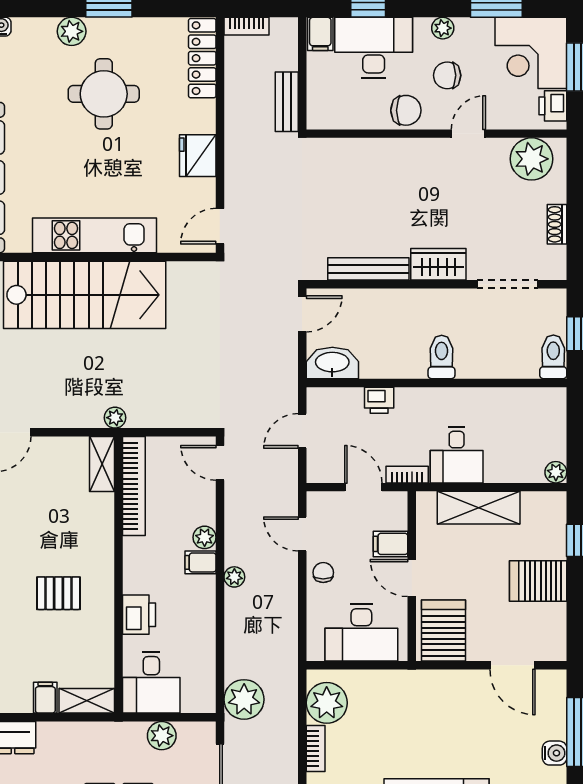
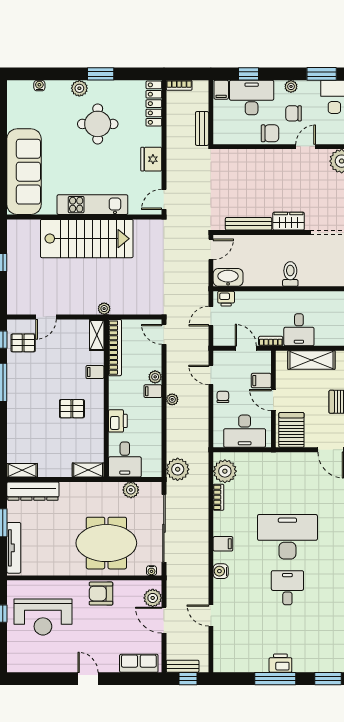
printer: (379, 400) -> (226, 299), moved
filing cabinet: (45, 698) -> (95, 372), moved, turned -90

